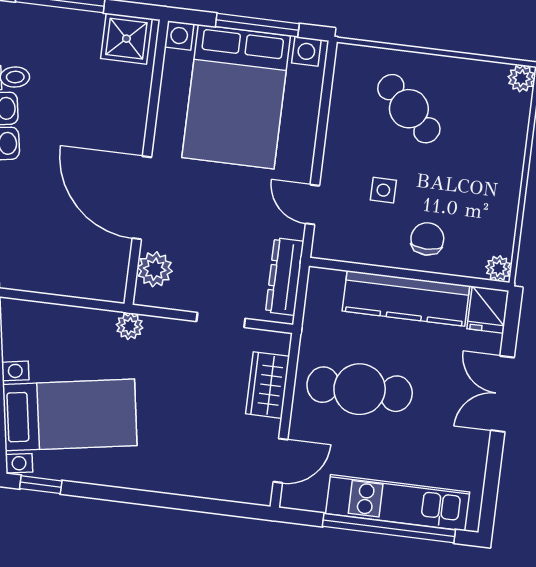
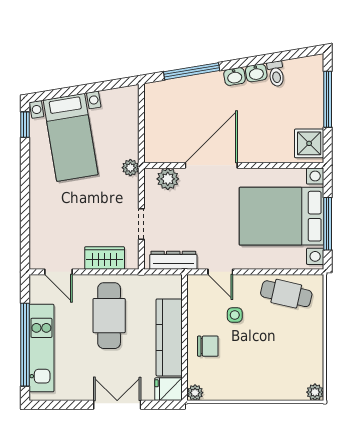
cafe table: (409, 109) -> (286, 294), moved, turned 60
door: (312, 205) -> (220, 272), swing flipped

